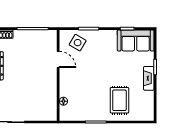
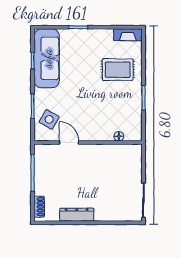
sofa: (136, 40) -> (47, 58), width x1.36
door: (58, 59) -> (69, 143), hinge flipped
fireplace: (149, 78) -> (128, 35), moved

